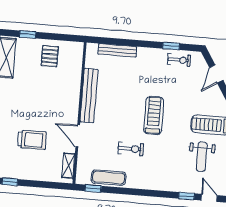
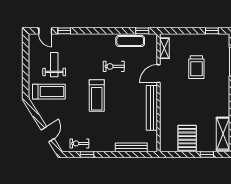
pallet: (50, 56) -> (187, 138), width x1.50, depth x1.42
door: (78, 136) -> (159, 74), swing flipped
trolley: (32, 140) -> (196, 67), turned -90

